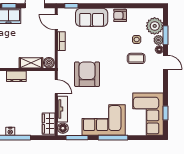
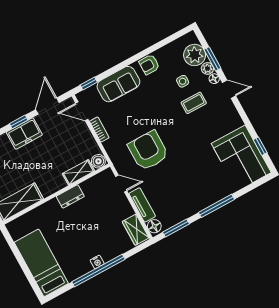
corner sofa: (104, 120) -> (195, 192), removed

